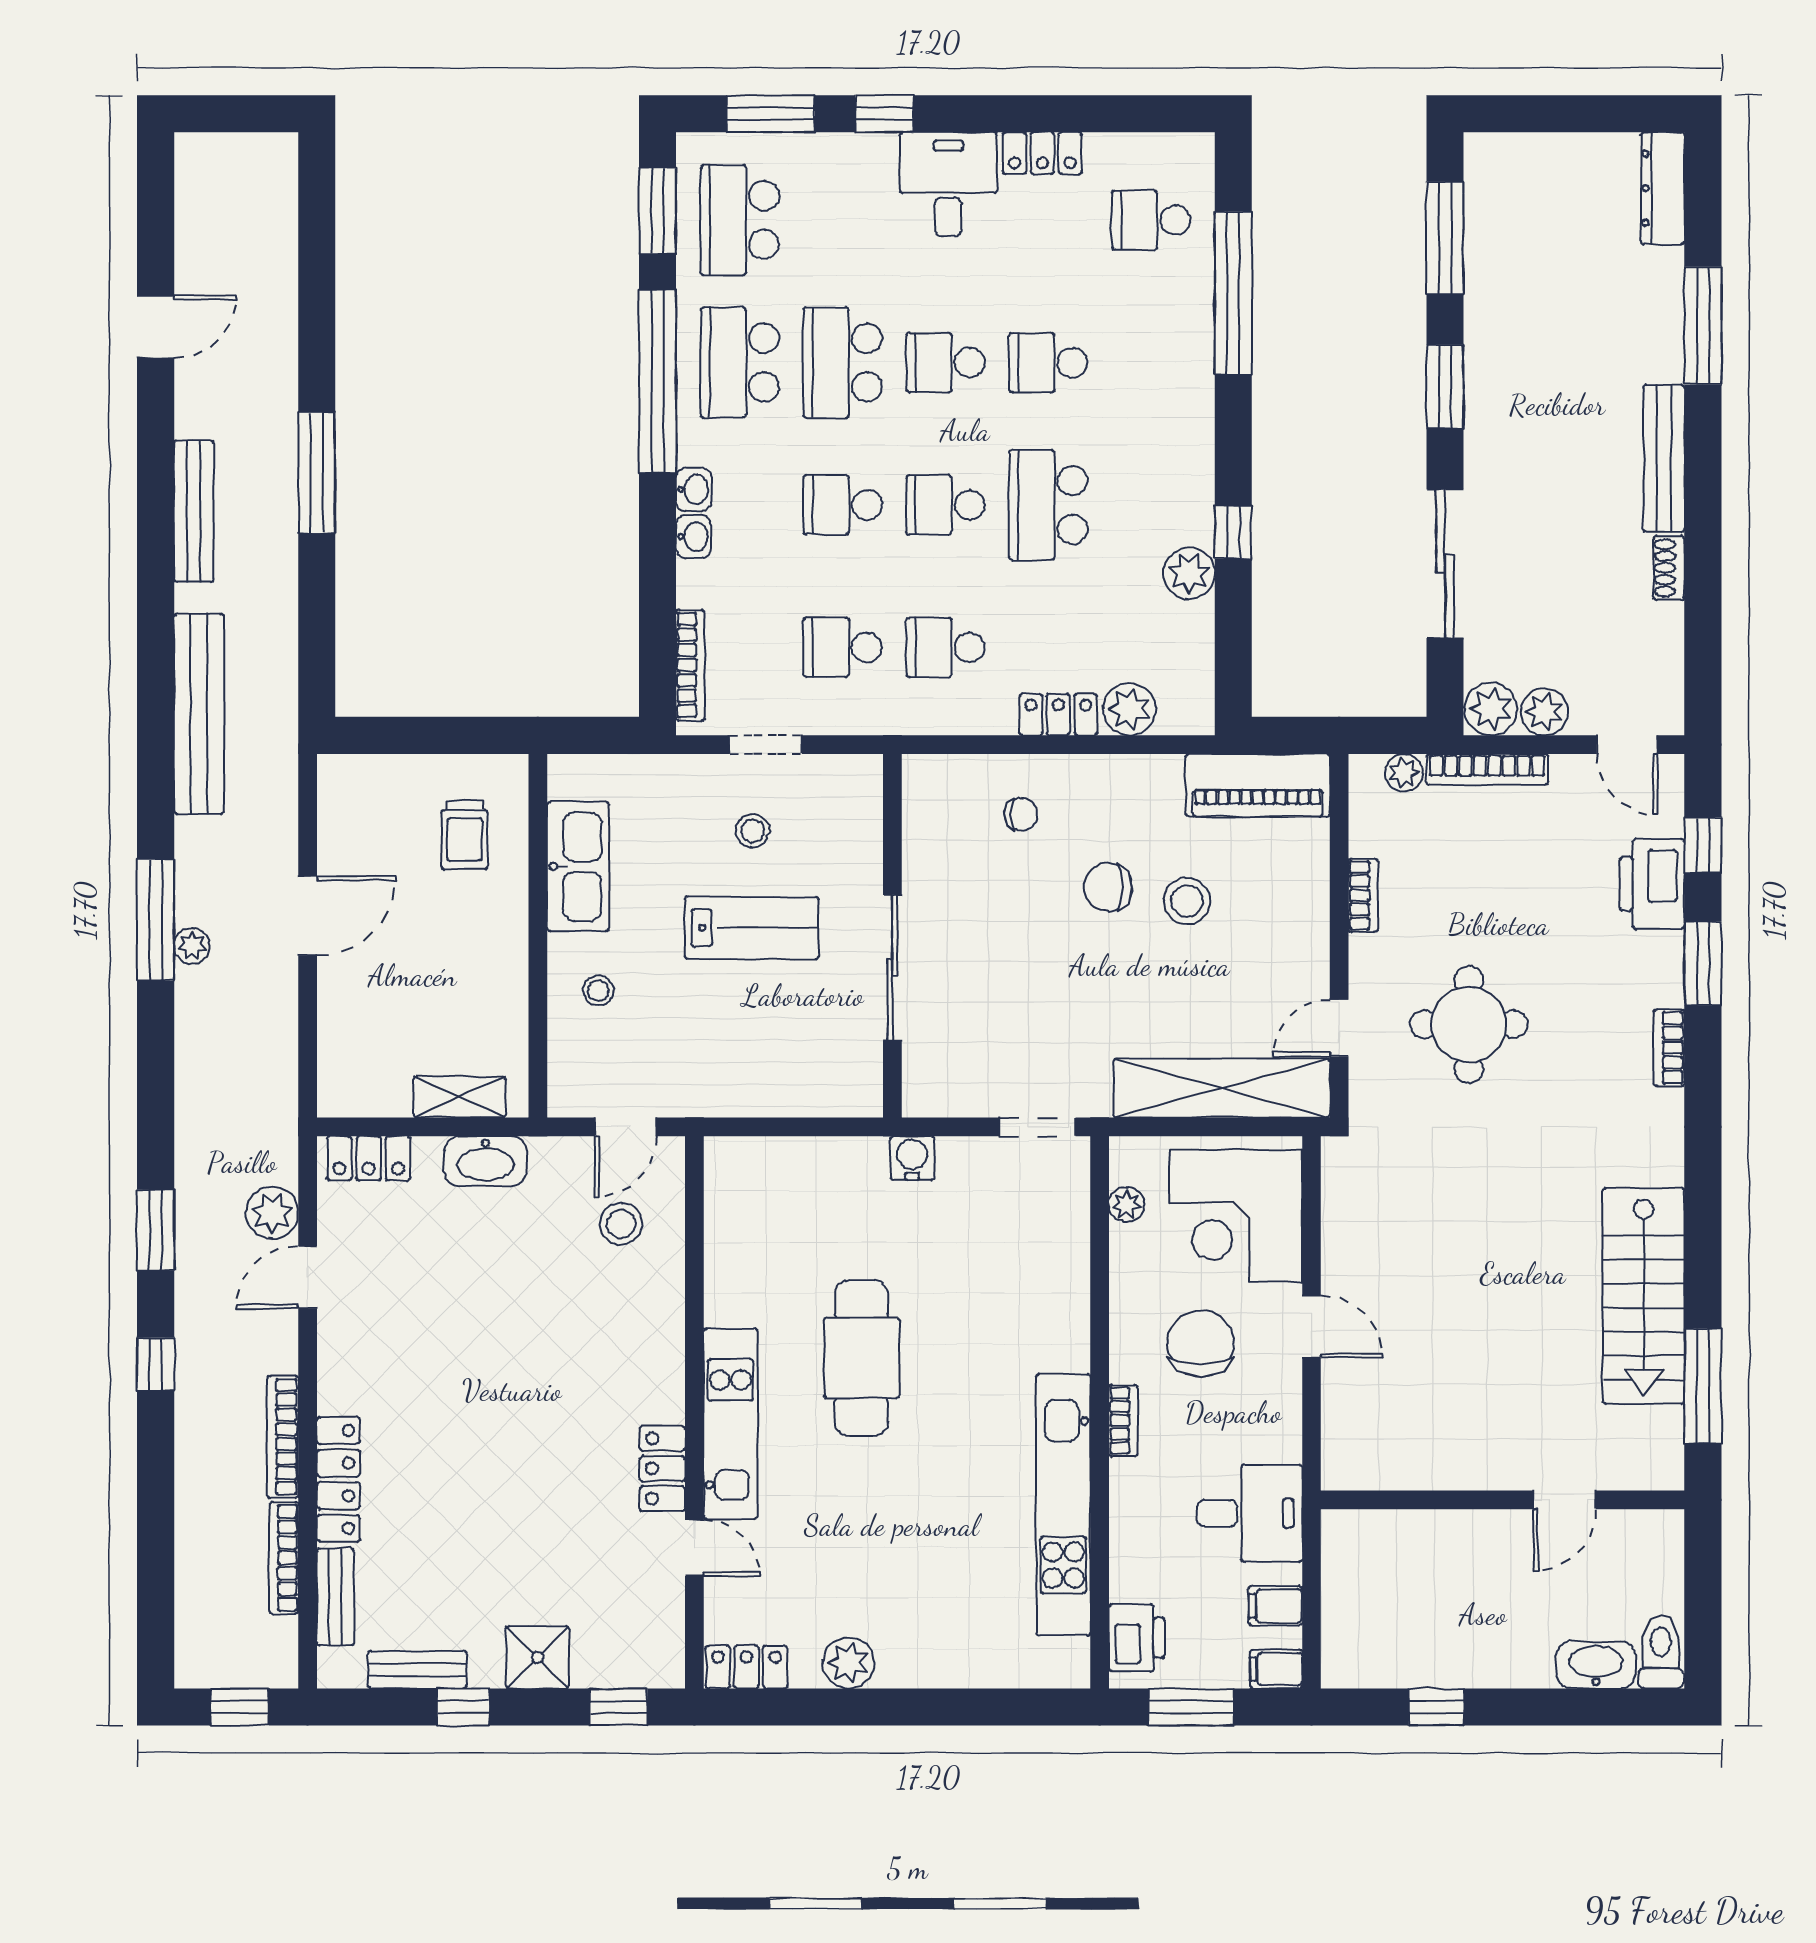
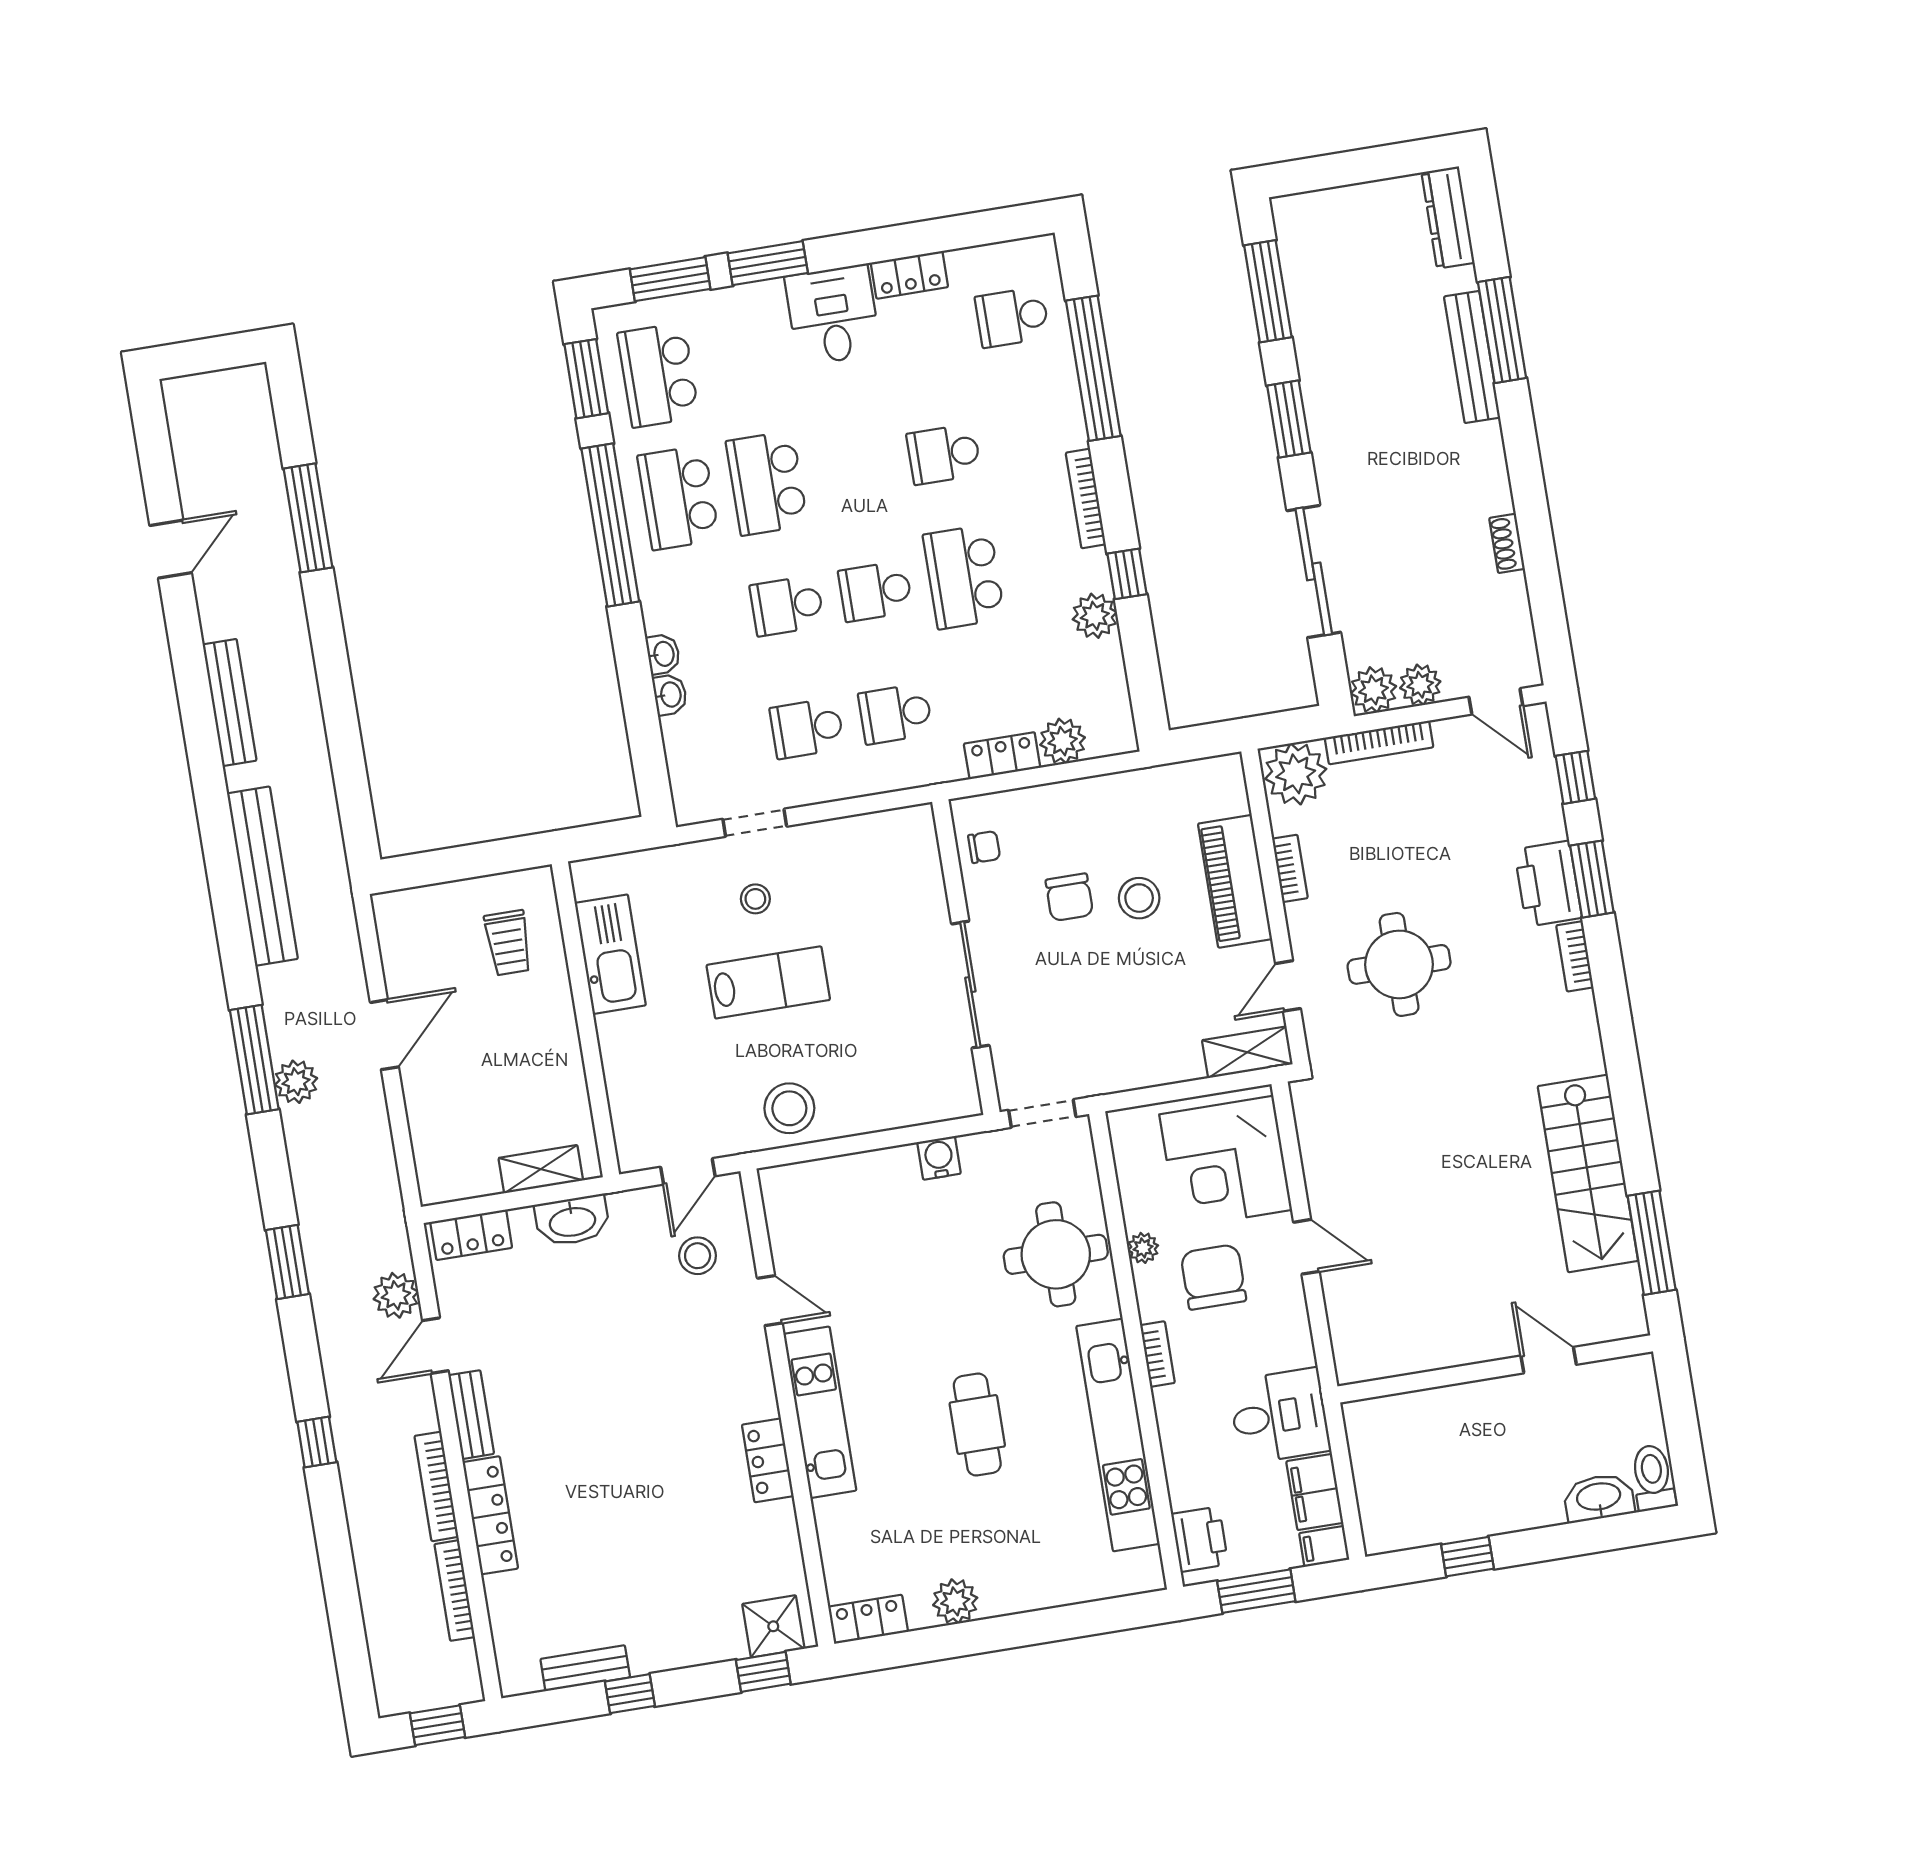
window: (884, 114) -> (768, 263), width x1.50
school desk: (945, 363) -> (855, 469), removed
bench: (1664, 458) -> (1472, 357), moved
window: (317, 473) -> (308, 518), moved
washbasin: (694, 489) -> (670, 695), moved
bookcase: (690, 665) -> (1086, 499), moved, turned 180
plant: (1404, 773) -> (1296, 774), width x1.87, depth x1.87
piano: (1258, 785) -> (1235, 881), moved, turned 90
printer: (1652, 884) -> (1548, 884), moved
chair: (1108, 887) -> (1069, 897), turned -90
wall: (892, 936) -> (966, 957), moved
plant: (192, 946) -> (296, 1082), width x1.38, depth x1.38
sliding door: (892, 968) -> (970, 985), moved
stool: (598, 991) -> (789, 1108), moved, width x1.89, depth x1.89
shelving: (1222, 1088) -> (1247, 1052), width x0.45, depth x0.75
plant: (1126, 1204) -> (1143, 1248), moved
window: (156, 1230) -> (287, 1262), moved
round table: (1027, 1289) -> (1056, 1254), added
cafe table: (862, 1358) -> (977, 1425), moved, width x0.73, depth x0.74
door: (1565, 1500) -> (1549, 1360), swing flipped
door: (694, 1548) -> (770, 1301), moved
bench: (335, 1597) -> (471, 1415), moved
filing cabinet: (1276, 1606) -> (1315, 1492), width x2.00
shower: (537, 1657) -> (773, 1626), moved

